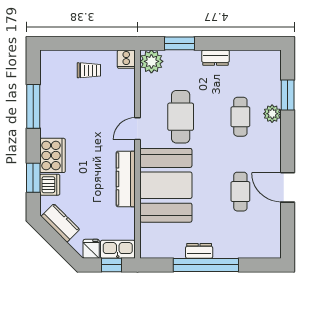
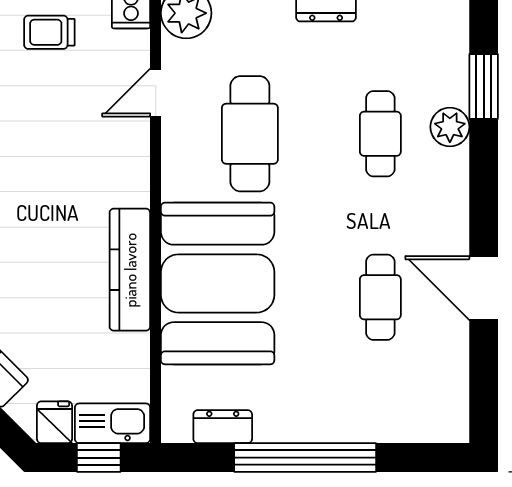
trolley: (89, 70) -> (49, 32), turned 180
door: (137, 129) -> (156, 93), moved
dresser: (199, 251) -> (223, 427), moved

